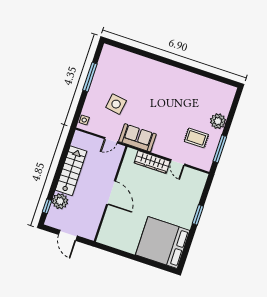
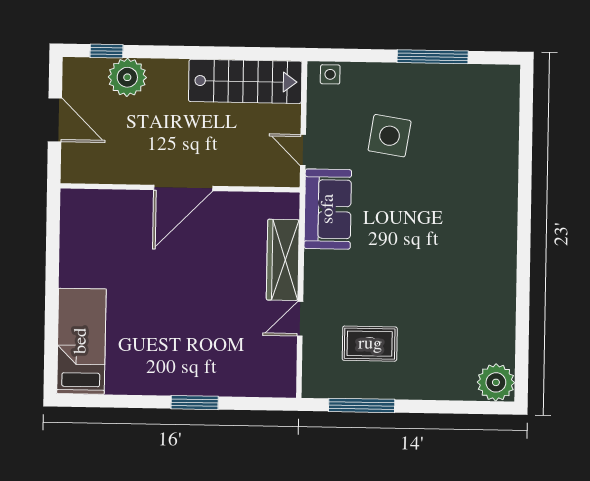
plant: (218, 121) -> (496, 382), moved
rug: (196, 138) -> (370, 344), turned 90
stairs: (71, 171) -> (245, 81), moved
door: (68, 235) -> (55, 120), swing flipped
bed: (163, 243) -> (81, 341), width x0.49

